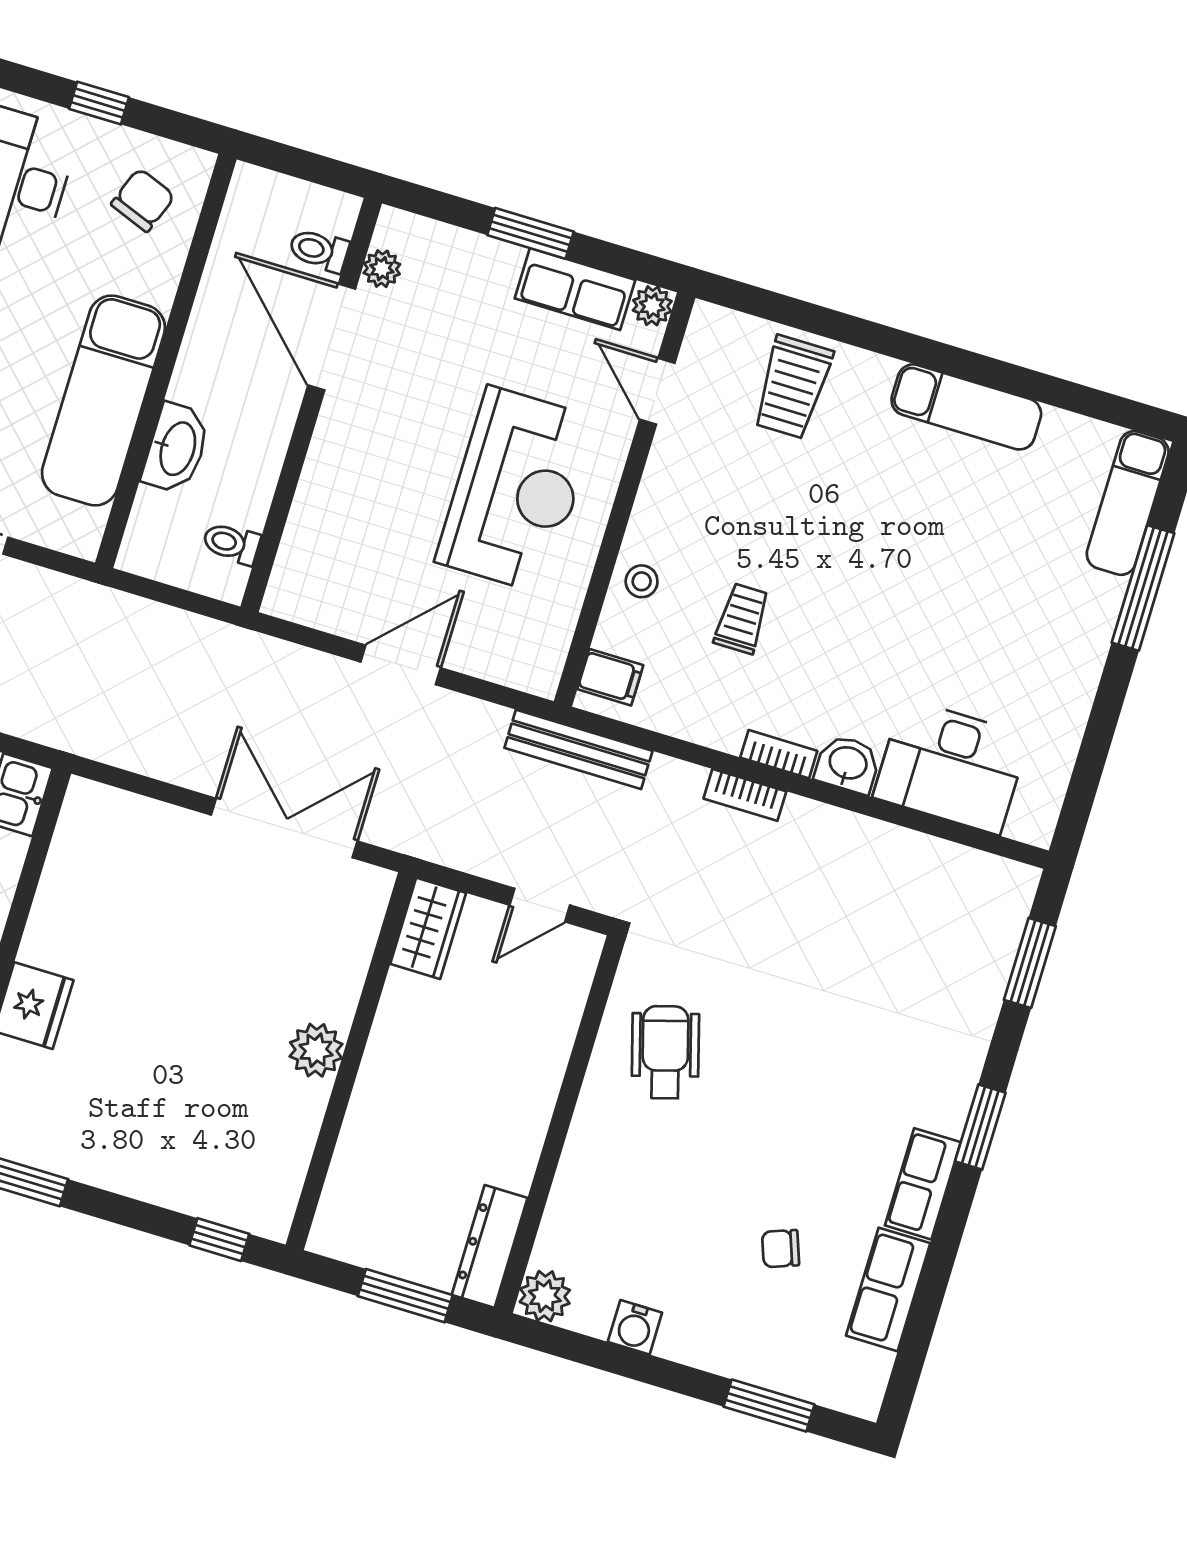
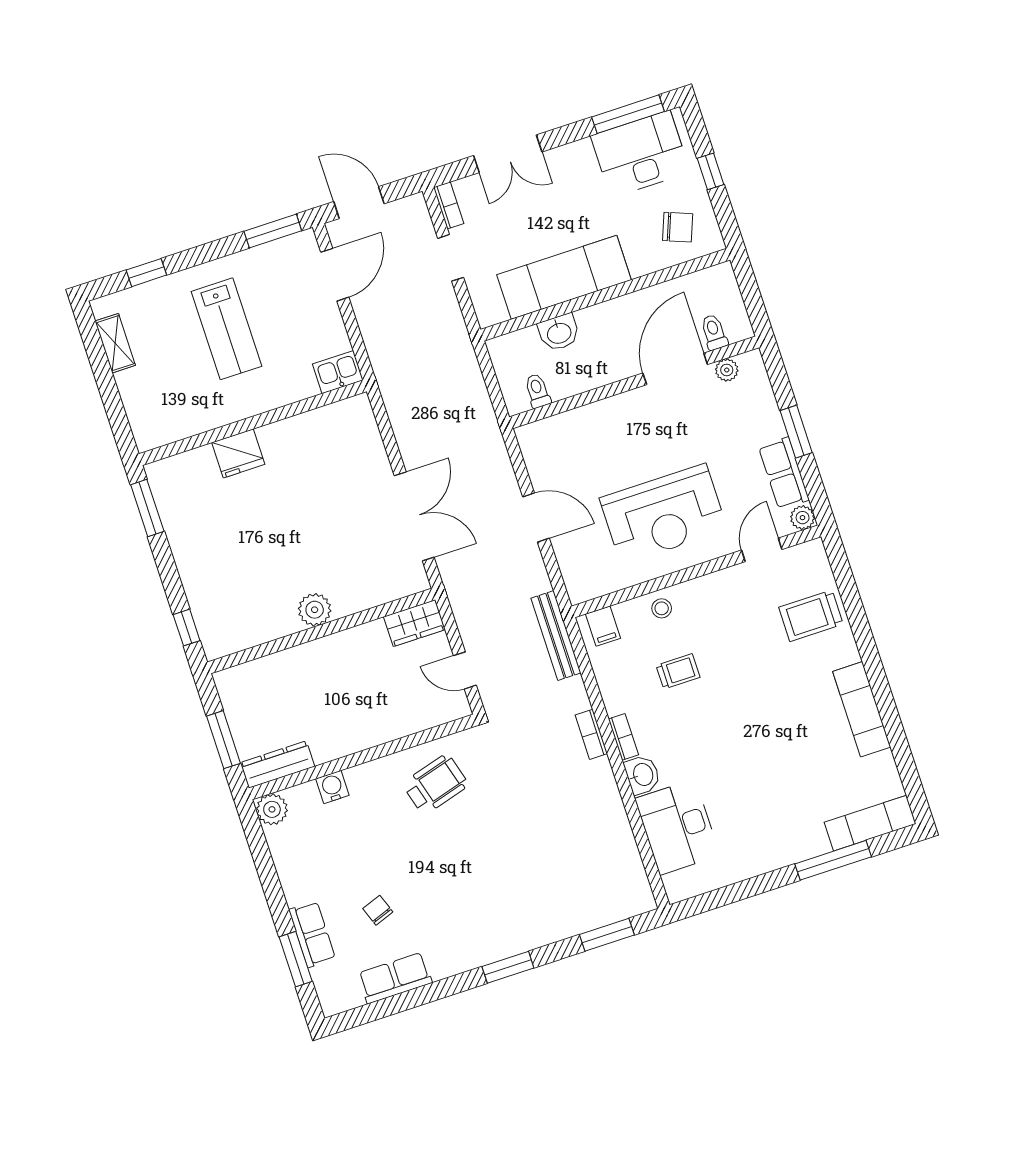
washbasin: (176, 448) -> (559, 332), width x0.72
row of seats: (923, 1184) -> (312, 934), moved, turned 90
water cooler: (635, 1327) -> (332, 787), moved, turned 90

